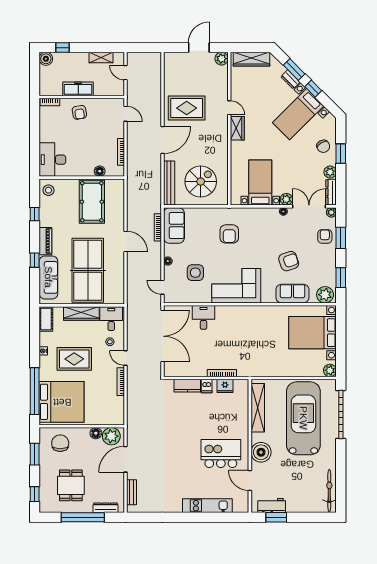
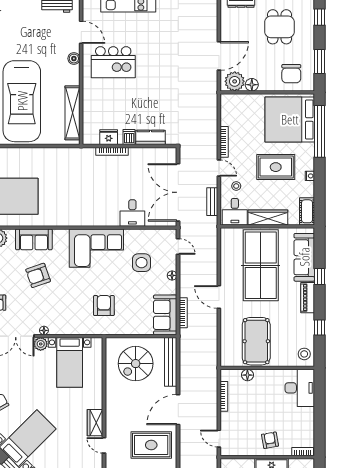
boiler: (261, 452) -> (74, 59), width x0.54, depth x0.54
bench: (132, 492) -> (212, 202), moved

